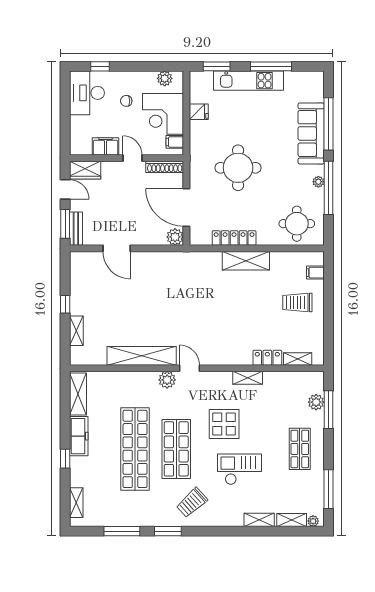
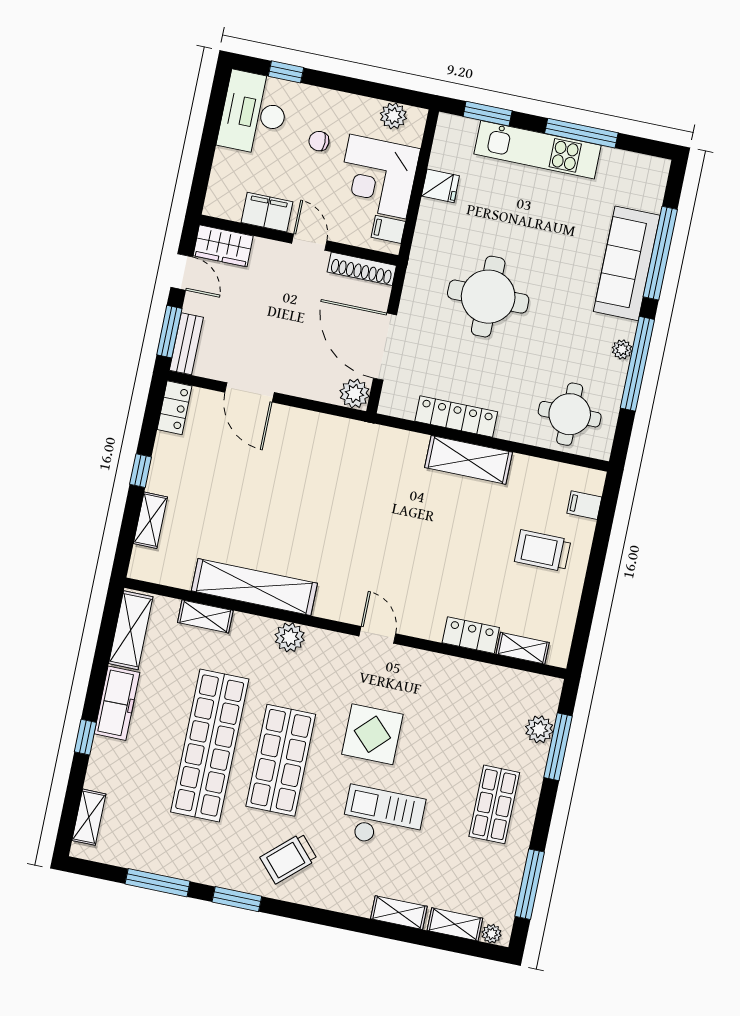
locker: (77, 266) -> (174, 408), added
door: (190, 368) -> (377, 635), moved
shelving: (248, 378) -> (205, 616), moved

